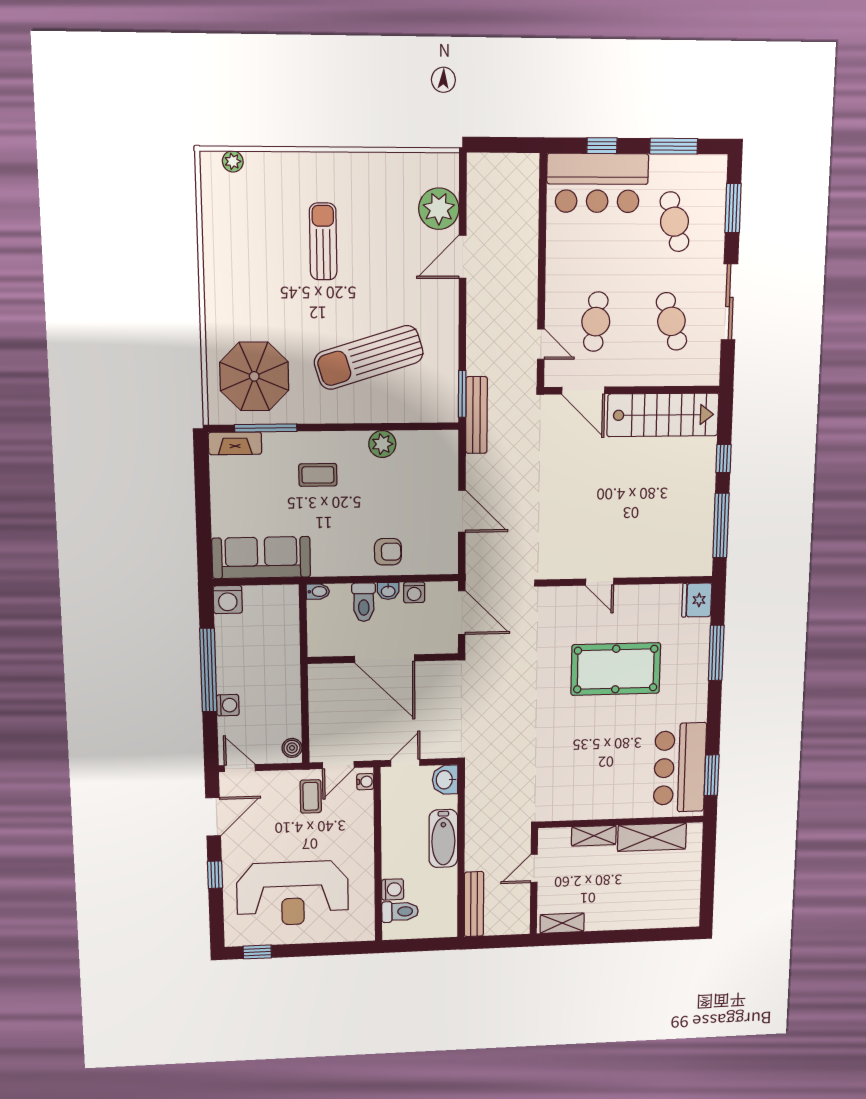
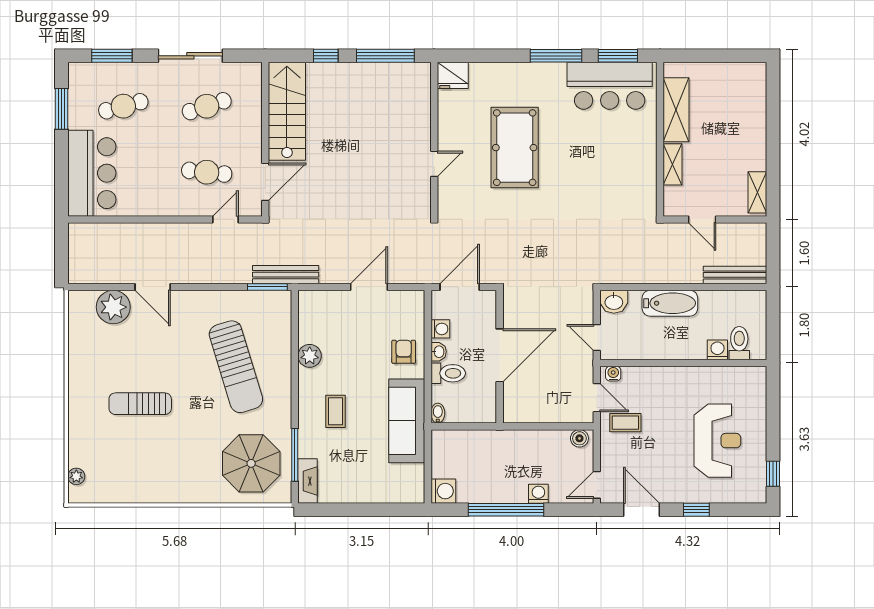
window: (602, 146) -> (62, 170), removed
sofa: (261, 558) -> (407, 421), moved
window: (716, 653) -> (556, 56), moved
reception desk: (293, 893) -> (717, 441), width x0.74, depth x0.77

